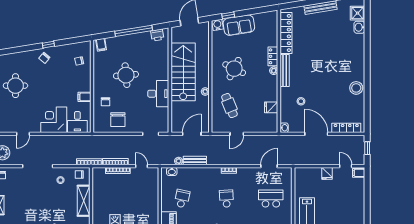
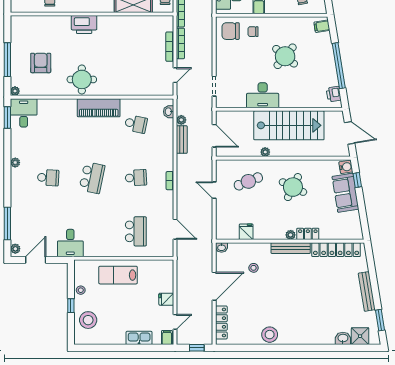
round table: (126, 75) -> (285, 56), turned 45
chair: (118, 120) -> (231, 31), moved
kitchen sink: (359, 196) -> (139, 338), added

